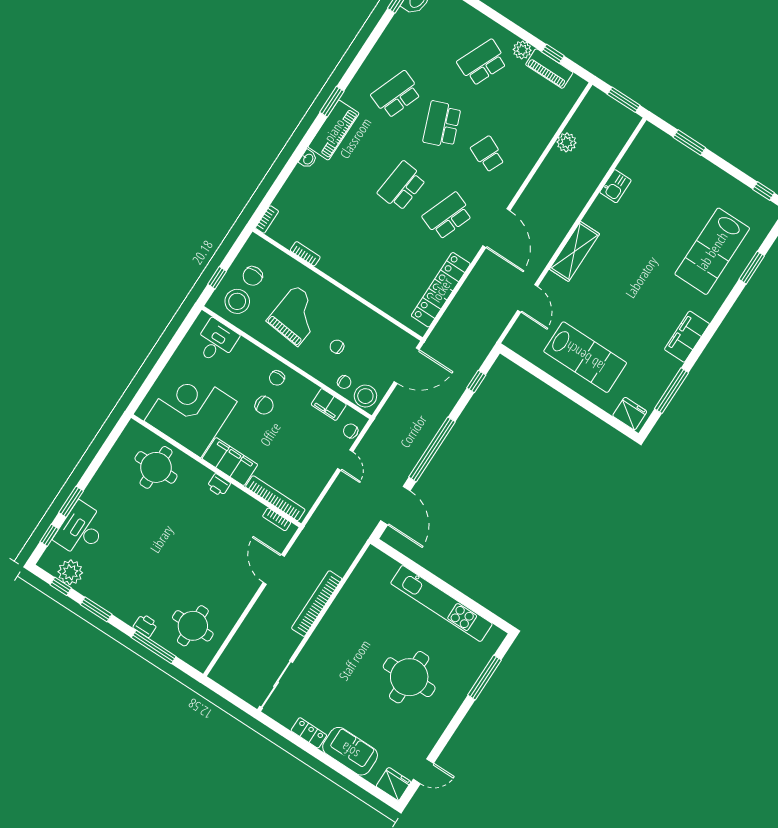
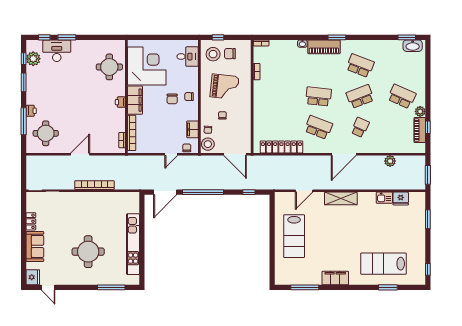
door: (496, 228) -> (344, 154), moved
fridge: (630, 414) -> (401, 199), moved, turned 90
door: (274, 569) -> (80, 154), moved

